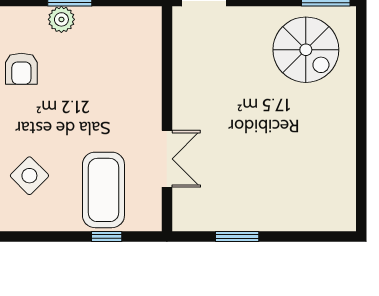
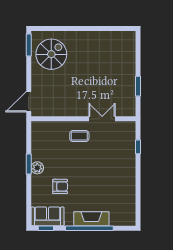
side table: (29, 176) -> (110, 183), removed
coffee table: (103, 190) -> (79, 136), moved, width x0.54, depth x0.58

